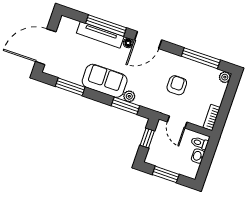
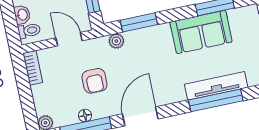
door: (148, 40) -> (140, 116), moved
floor lamp: (128, 43) -> (85, 116), moved
sofa: (105, 81) -> (201, 32), moved
plant: (129, 96) -> (116, 41), moved

